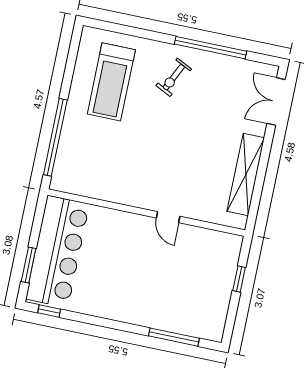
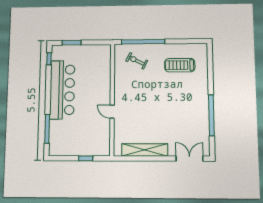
exercise bike: (174, 77) -> (137, 61), moved
treadmill: (111, 82) -> (180, 65), width x0.73, depth x0.73
door: (168, 217) -> (112, 112), hinge flipped
bar counter: (58, 251) -> (62, 90), moved, turned -90

